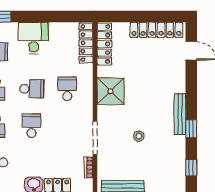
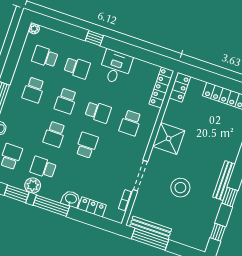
locker: (104, 44) -> (180, 87), width x0.66
school desk: (67, 89) -> (130, 123), turned 180
stool: (139, 136) -> (180, 188), width x1.89, depth x1.89

